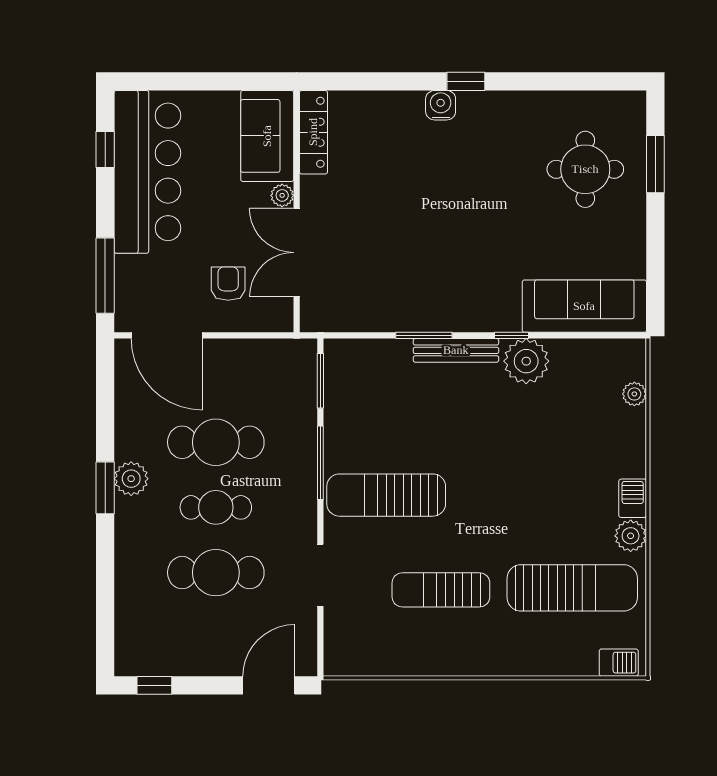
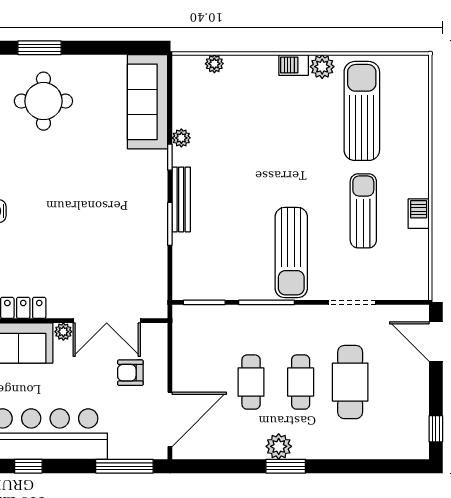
plant: (526, 361) -> (181, 138), width x0.53, depth x0.53
cafe table: (216, 442) -> (251, 382), width x0.73, depth x0.74
sun lounger: (441, 590) -> (363, 211), turned 180
barbecue: (619, 663) -> (419, 214), moved

